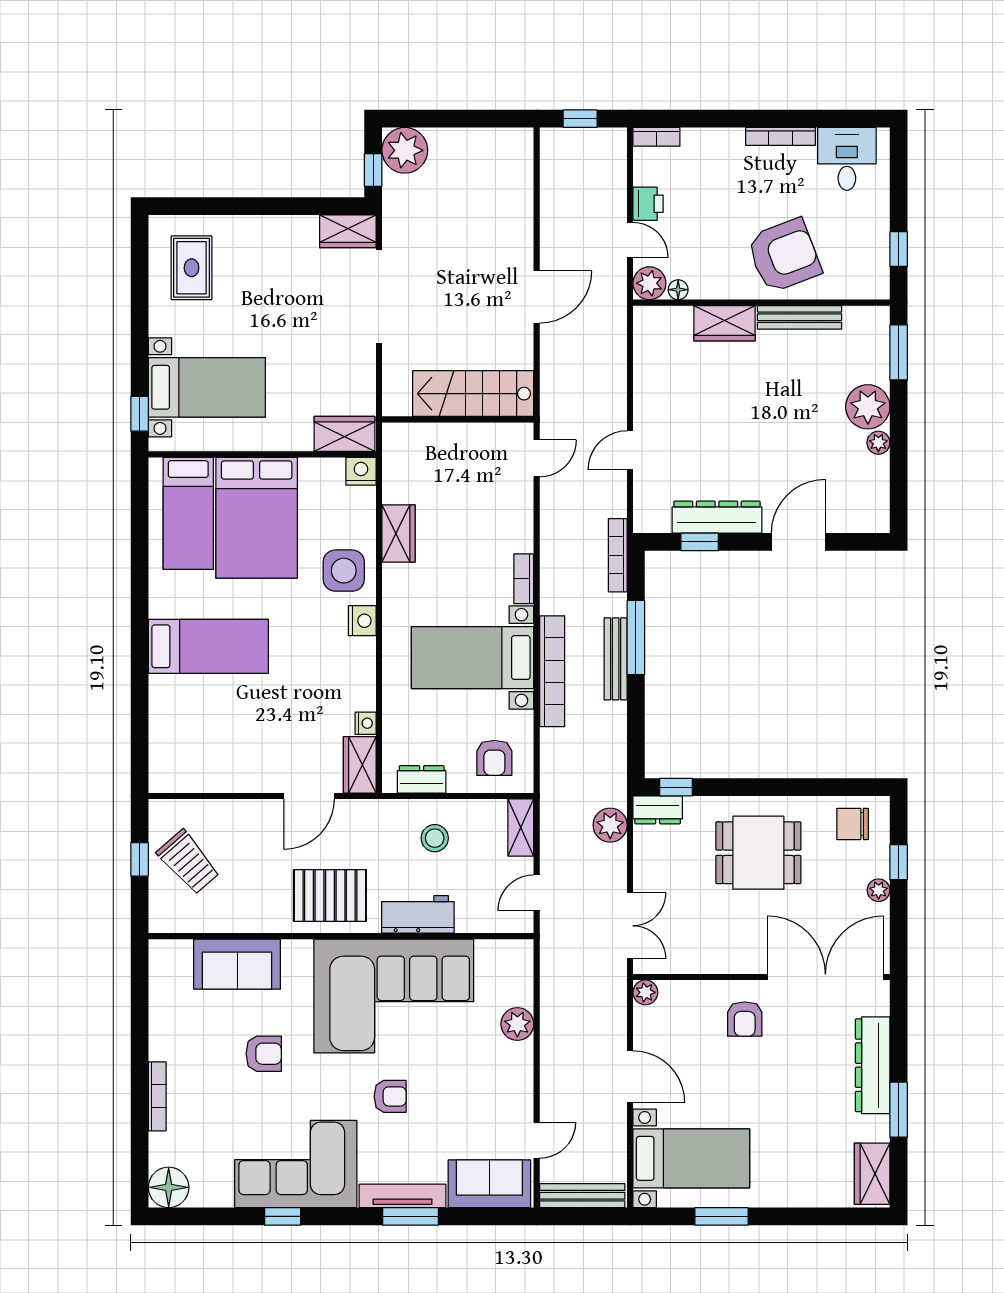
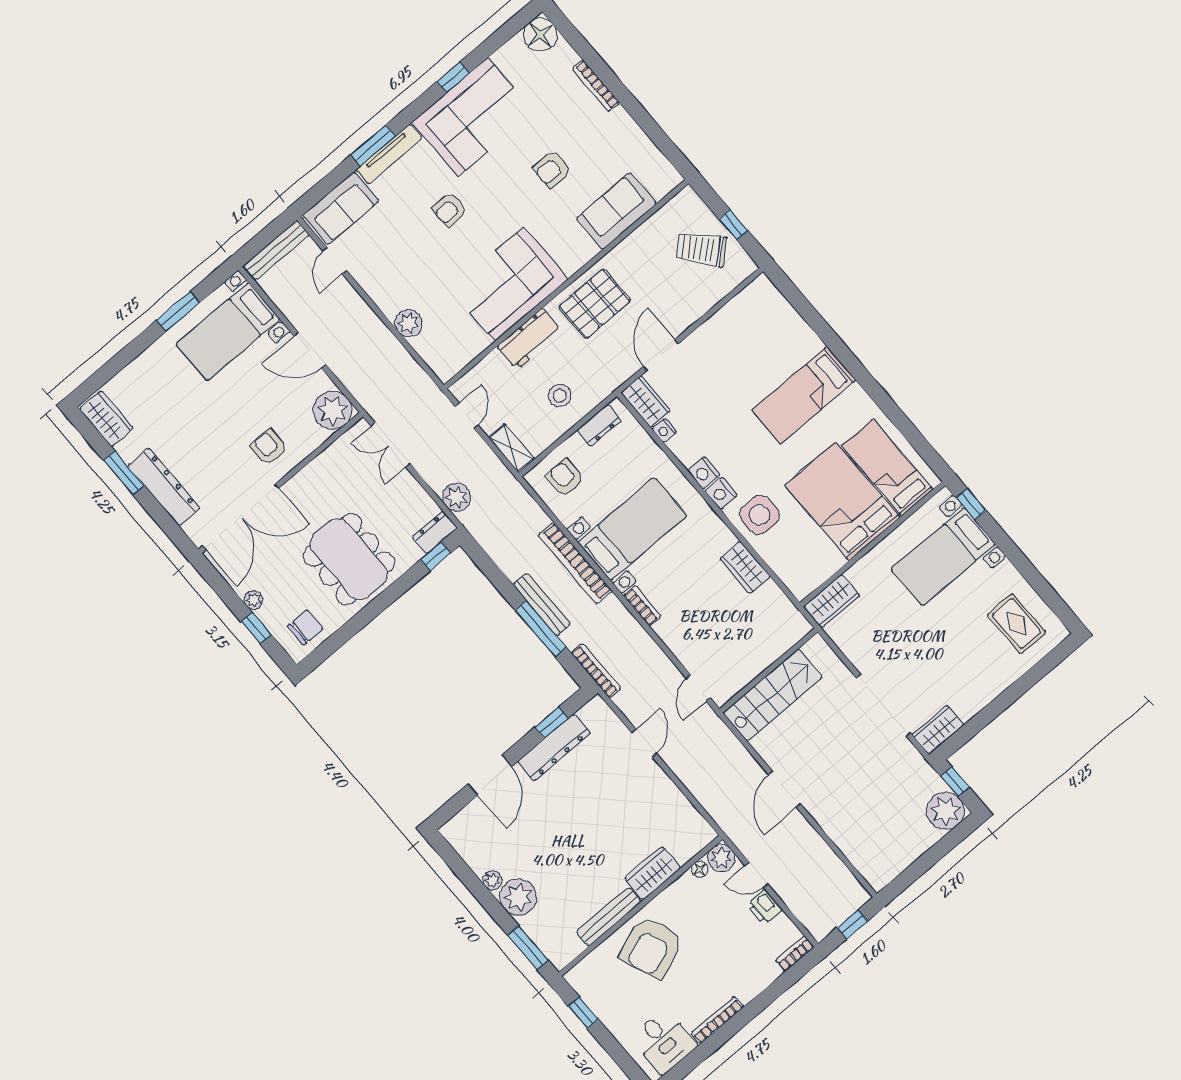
nightstand: (361, 471) -> (704, 473), moved, turned 90
dining table: (758, 853) -> (349, 559), width x1.38
plant: (645, 992) -> (333, 410), width x1.87, depth x1.87
corner sofa: (394, 996) -> (509, 284), width x0.73, depth x0.74

